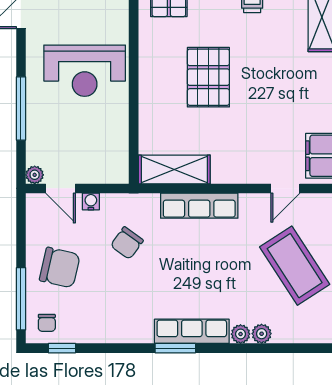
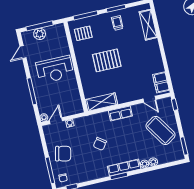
pallet: (208, 77) -> (107, 60), turned 90
door: (60, 188) -> (56, 121), swing flipped
door: (285, 188) -> (149, 99), hinge flipped
row of seats: (199, 206) -> (120, 113), width x0.68
chair: (127, 243) -> (100, 144), moved

